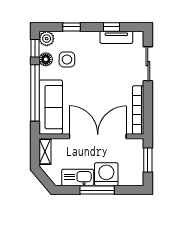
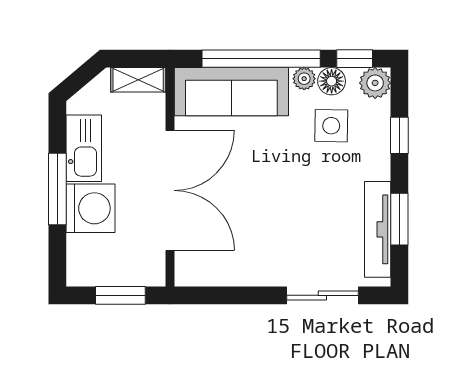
window: (112, 27) -> (399, 219), width x1.50
tv unit: (116, 37) -> (378, 229), width x1.41
plant: (45, 72) -> (304, 79), added
bookcase: (138, 110) -> (225, 275), removed

